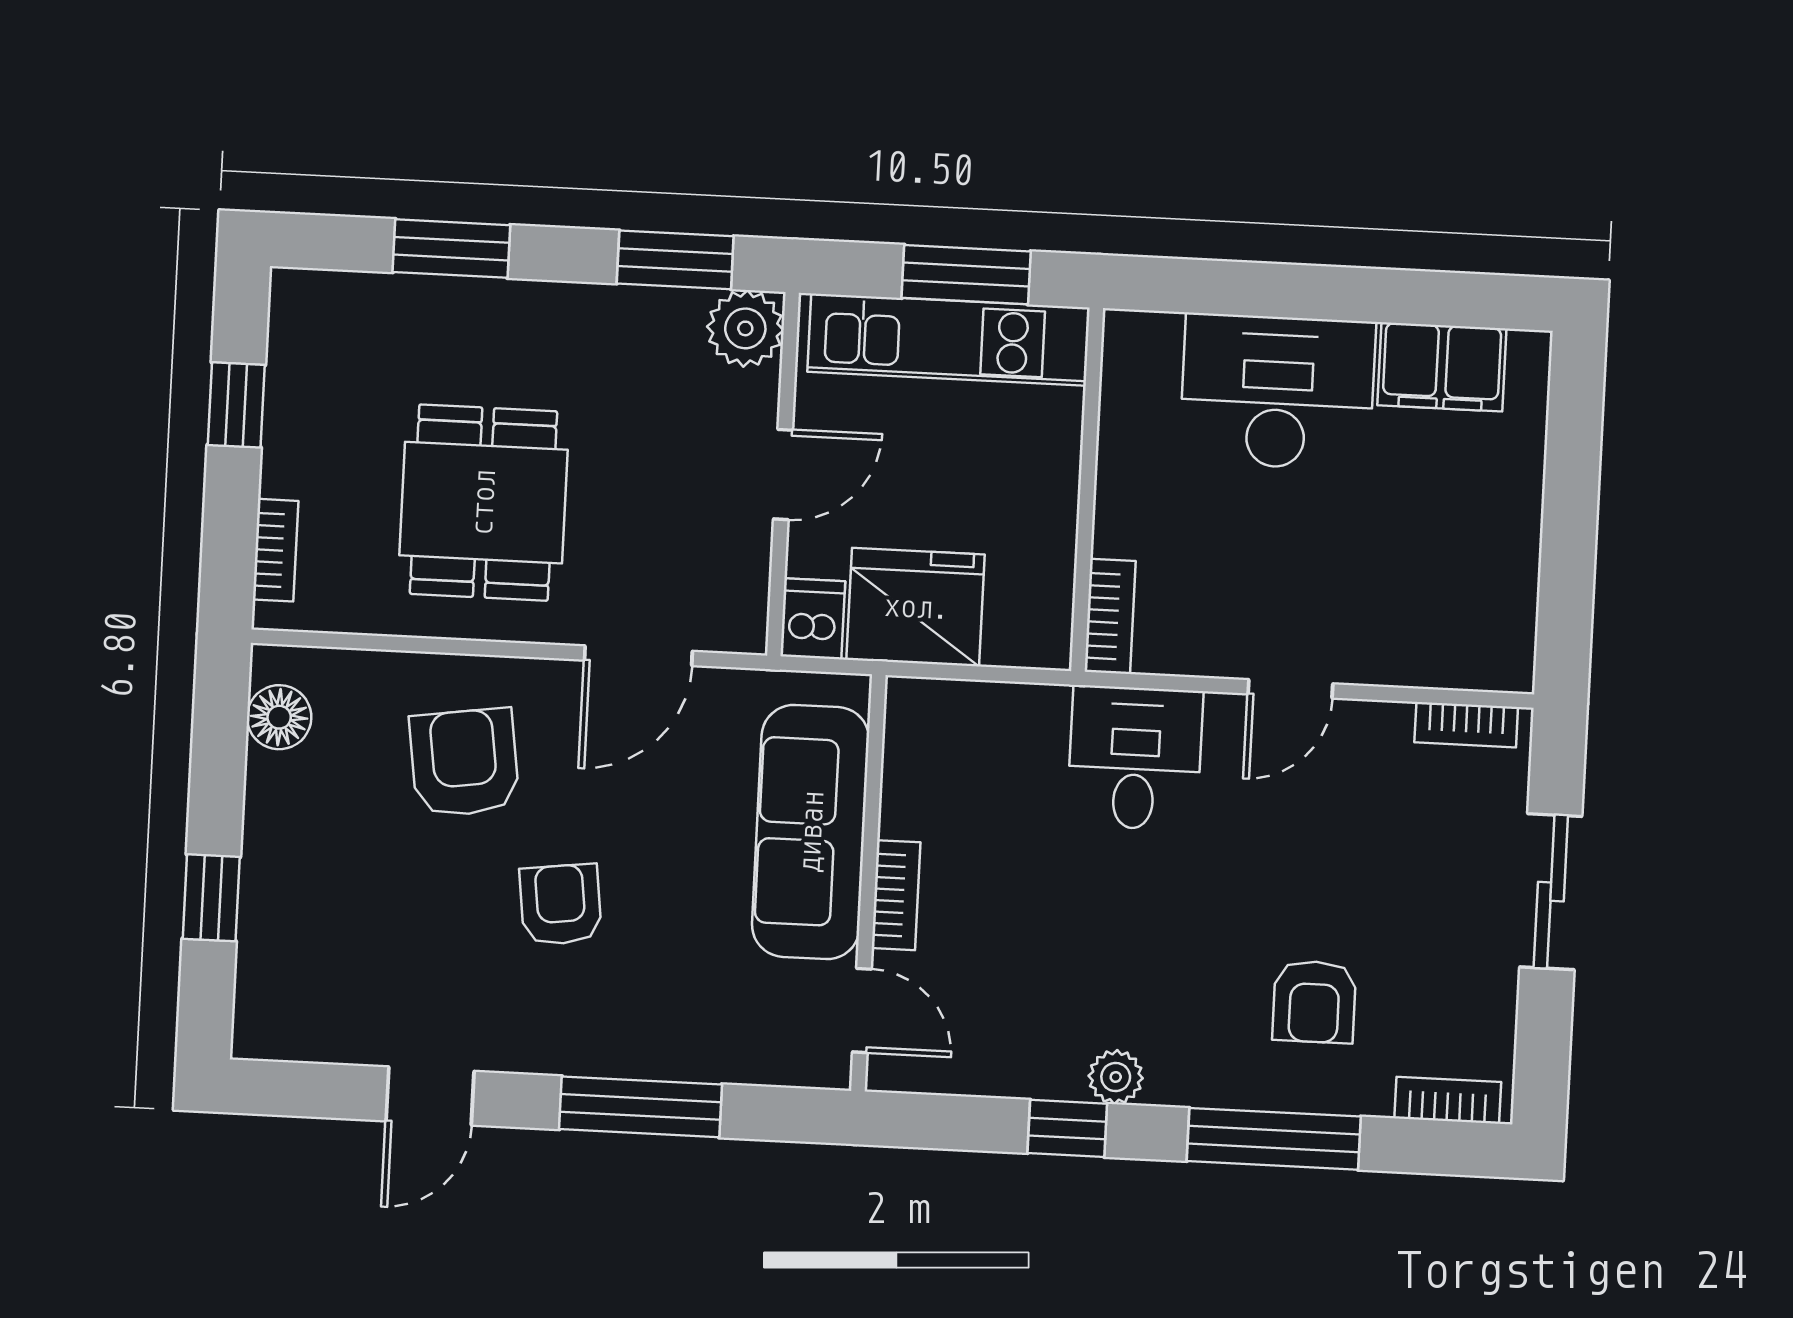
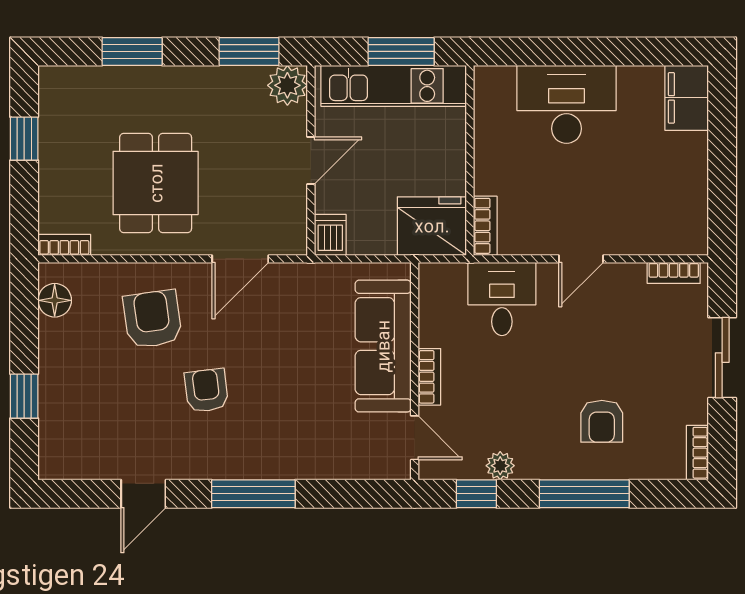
filing cabinet: (1442, 367) -> (687, 98), moved, turned 90
bookcase: (276, 550) -> (64, 245), moved, turned -90
fridge: (916, 607) -> (432, 226), moved
sofa: (811, 832) -> (383, 346), moved
wall: (868, 883) -> (415, 371), moved
bookcase: (896, 895) -> (429, 377), moved
door: (862, 1011) -> (415, 438), moved
bookcase: (1448, 1100) -> (697, 453), moved, turned -90

